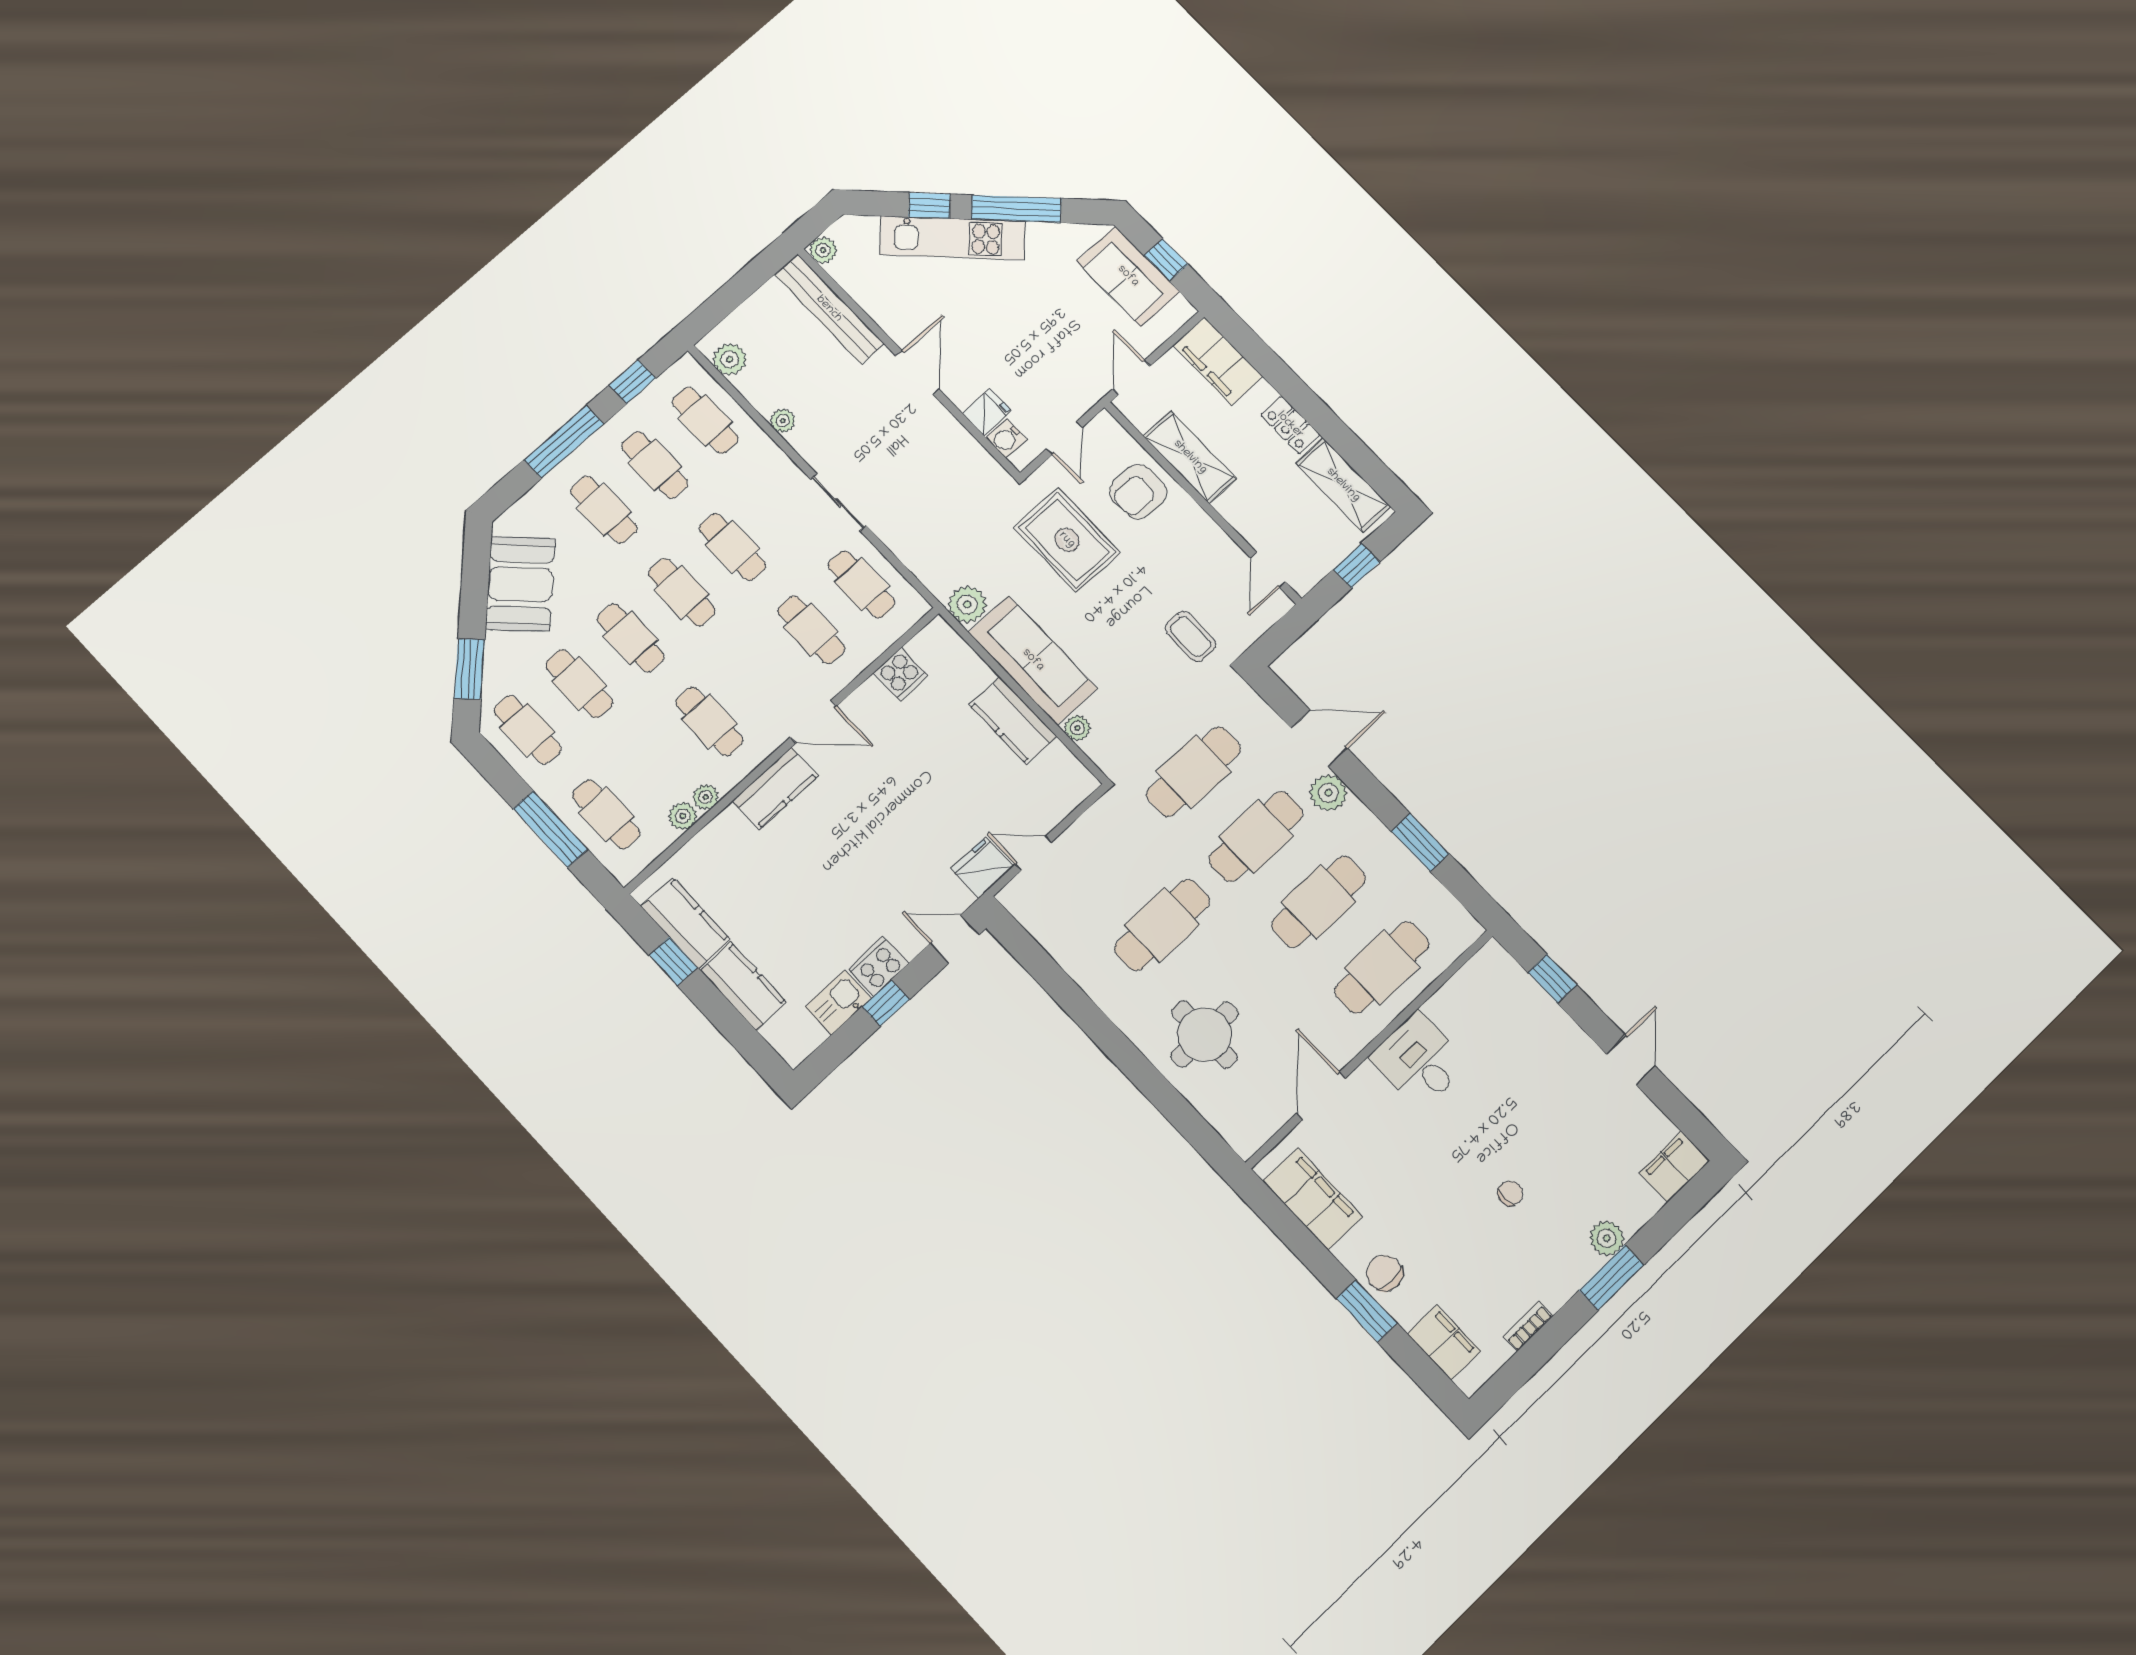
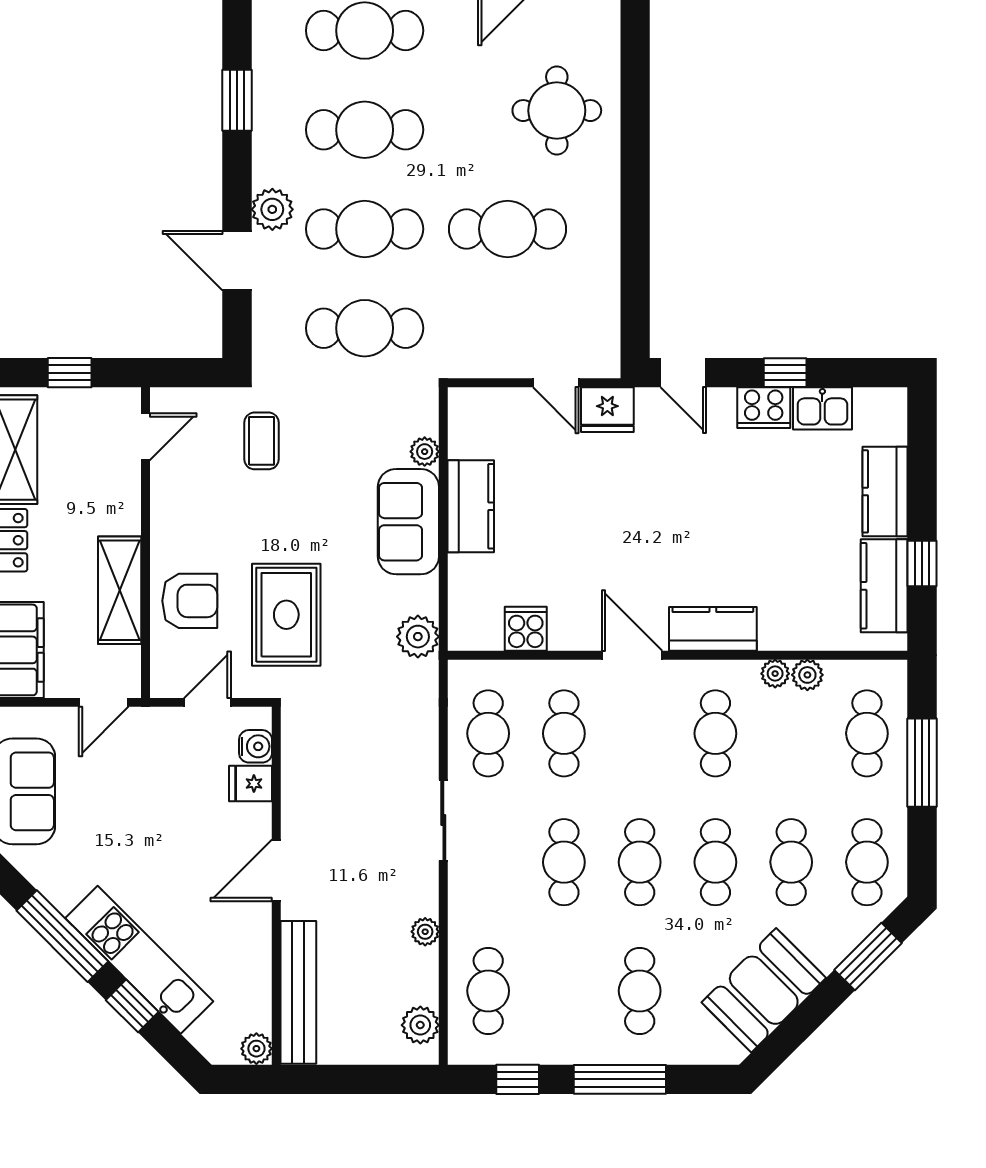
cafe table: (655, 465) -> (564, 991), removed
sofa: (1033, 660) -> (408, 522), width x0.73

